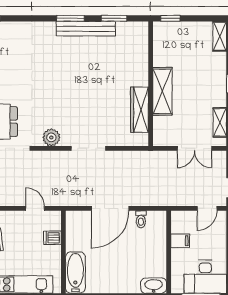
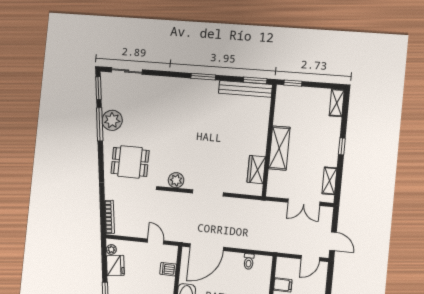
window: (114, 18) -> (255, 80), moved
bench: (86, 29) -> (245, 89), moved
wardrobe: (139, 110) -> (256, 170), width x0.67
door: (110, 208) -> (207, 247), moved

